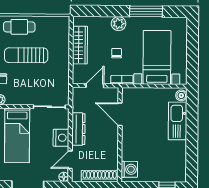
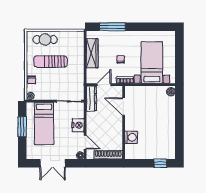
window: (146, 11) -> (113, 27), moved
plant: (119, 24) -> (122, 36), removed
kitchen sink: (178, 121) -> (168, 112), removed
dresser: (78, 129) -> (91, 99), moved
door: (70, 160) -> (85, 142), swing flipped
washing machine: (129, 169) -> (131, 137), moved

